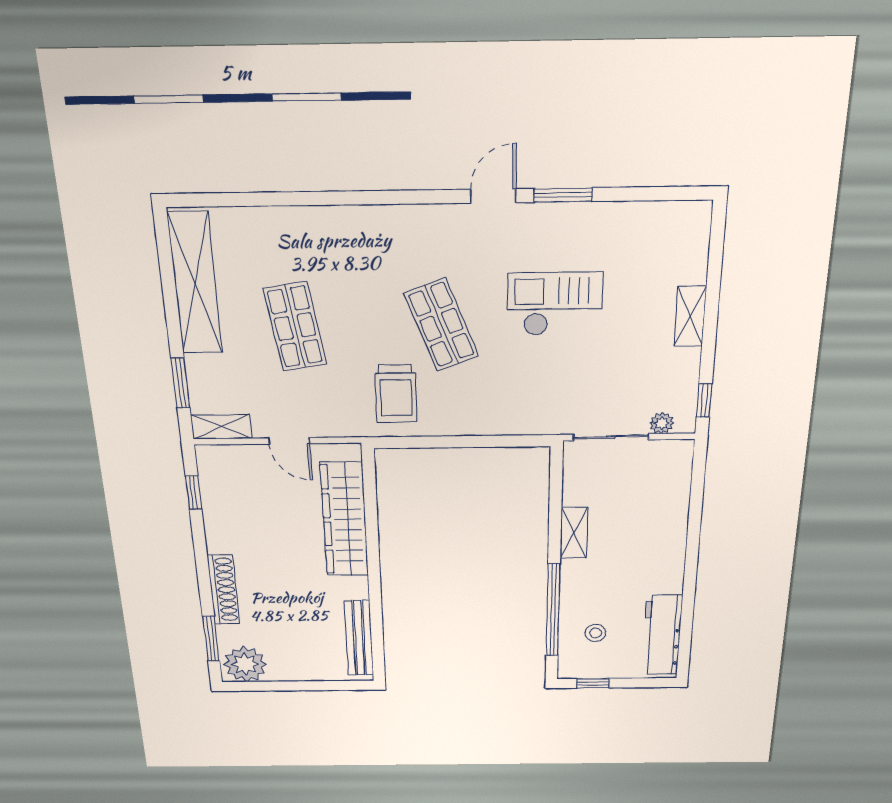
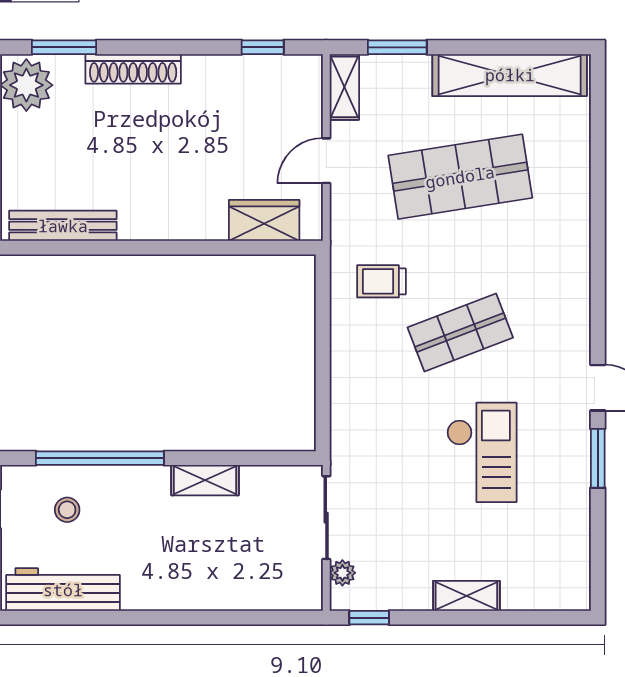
shop shelf: (295, 327) -> (460, 177), width x1.43, depth x1.36
trolley: (396, 394) -> (381, 281), width x0.73, depth x0.72
wardrobe: (345, 520) -> (264, 220), width x0.48, depth x0.85

